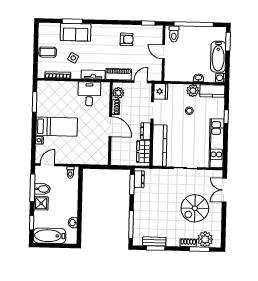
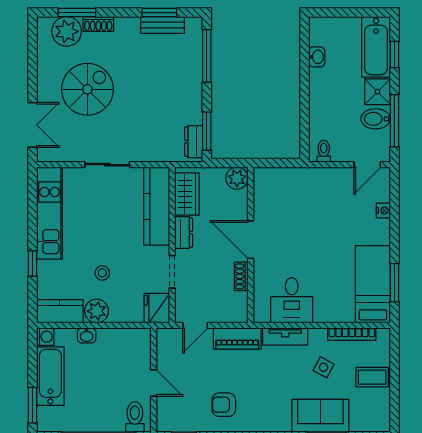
plant: (118, 93) -> (237, 178), moved
bed: (57, 127) -> (373, 284), moved, turned 90
bathtub: (50, 236) -> (376, 47), moved, turned 90

